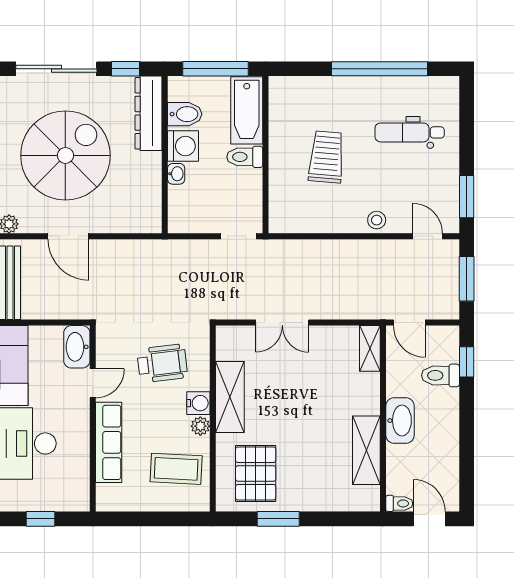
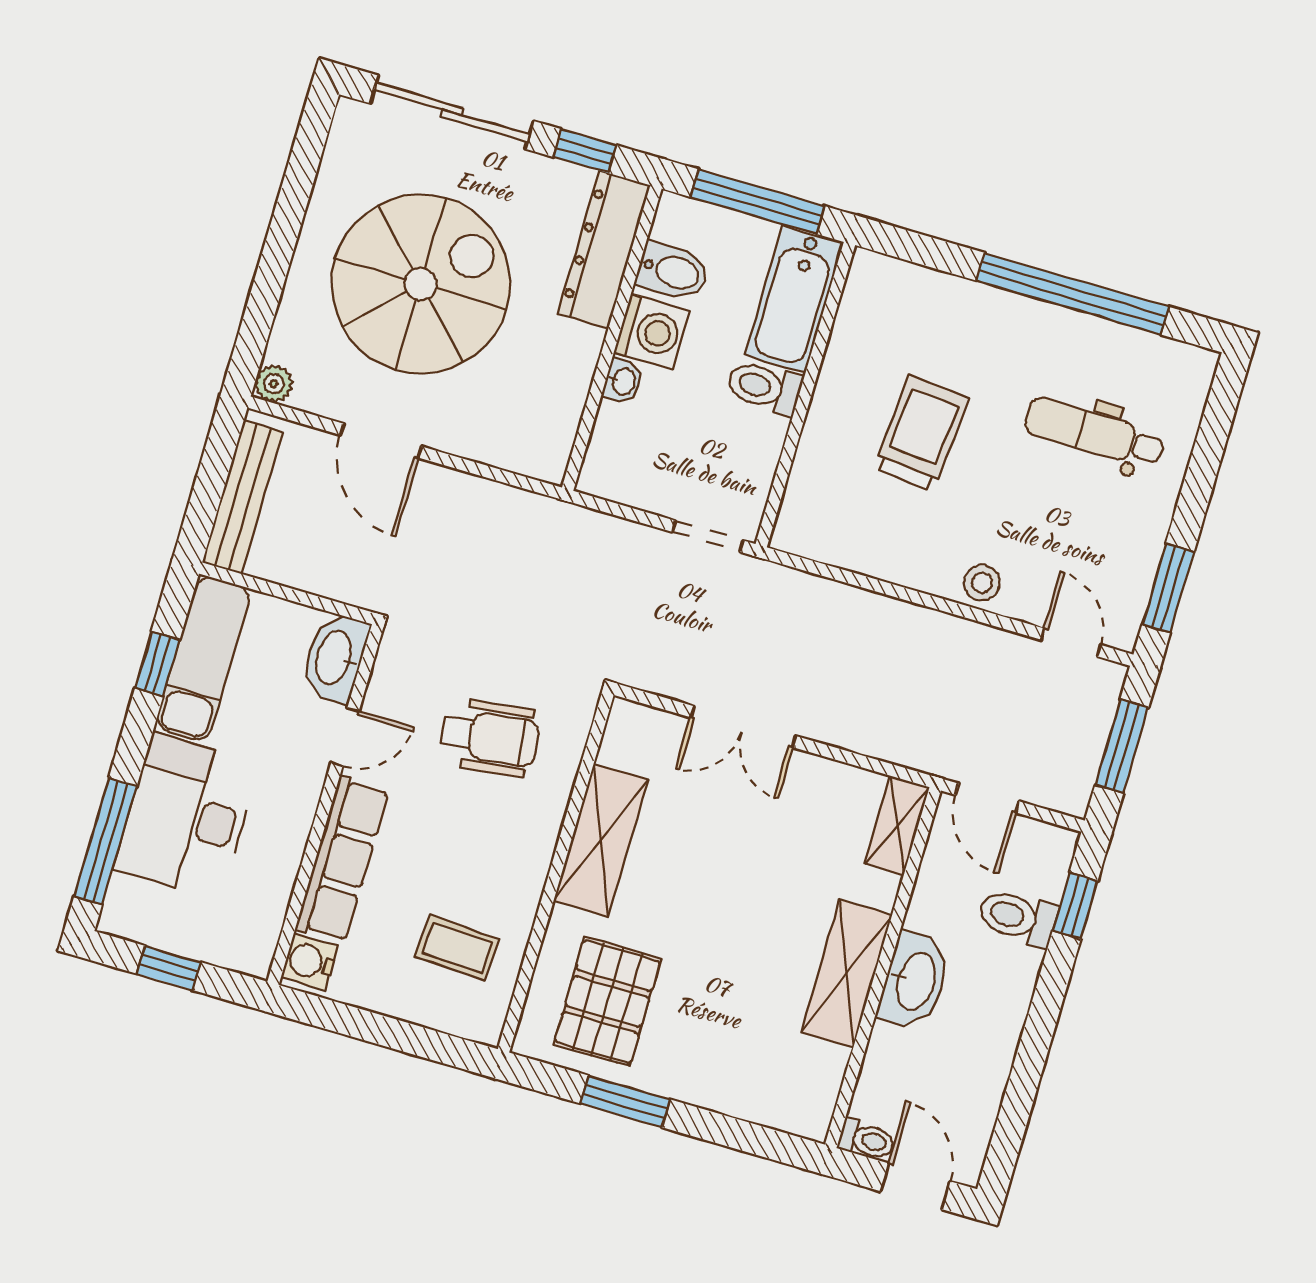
water cooler: (198, 403) -> (309, 961), moved, turned 180
plant: (200, 426) -> (528, 879), removed
shelving: (366, 450) -> (847, 973), moved
coffee table: (176, 469) -> (457, 948), width x0.73, depth x0.77

